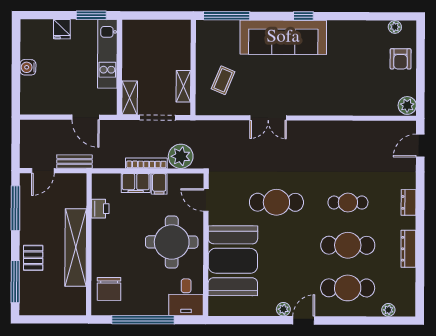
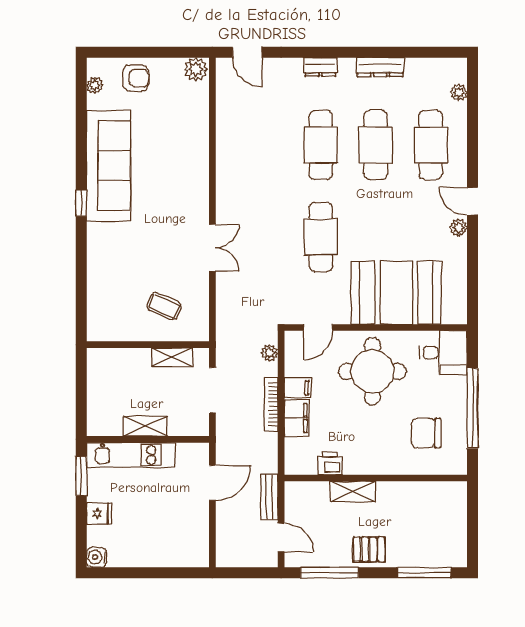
window: (227, 16) -> (81, 302), removed
sofa: (283, 37) -> (109, 166), moved
water cooler: (28, 67) -> (97, 557), moved, turned 90
shelving: (130, 98) -> (145, 426), moved
plant: (181, 156) -> (269, 353), width x0.53, depth x0.53
cafe table: (348, 203) -> (321, 145), width x1.37, depth x1.35
shelving: (76, 248) -> (353, 491), width x0.45, depth x0.75
pallet: (33, 258) -> (369, 549), moved
chair: (109, 289) -> (426, 433), moved, turned 180

